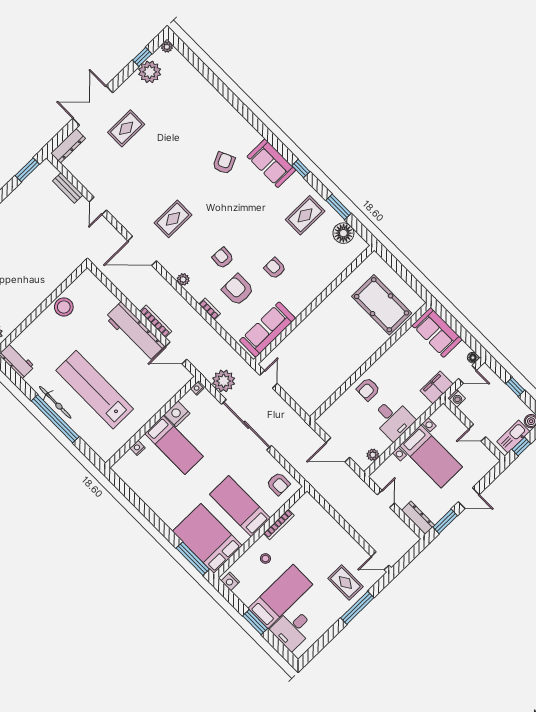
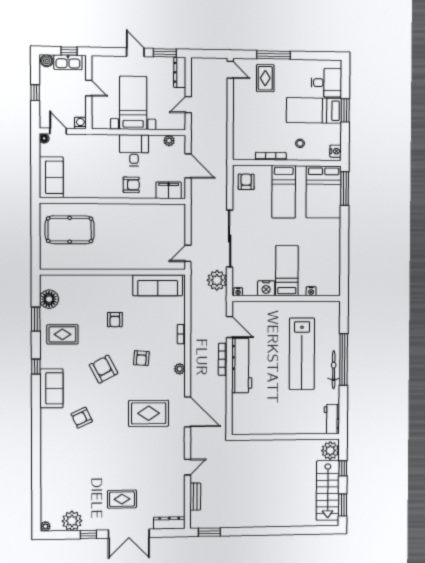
window: (142, 57) -> (88, 534), moved
rug: (173, 219) -> (149, 413), width x1.36, depth x1.43
armchair: (238, 290) -> (104, 369), moved, turned 152
pool table: (382, 305) -> (70, 230), turned 90
stool: (64, 307) -> (271, 424), removed
filing cabinet: (437, 387) -> (169, 190), moved, turned 180

